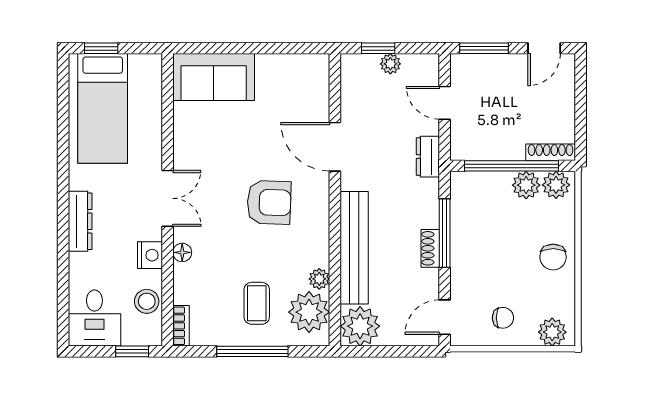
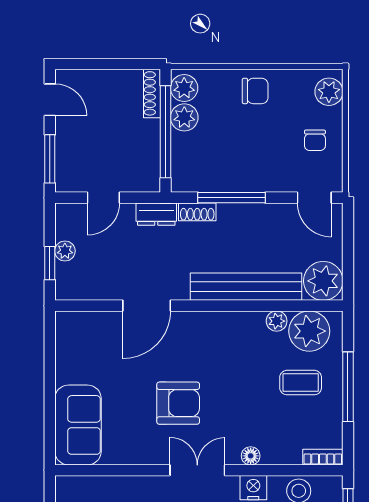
armchair: (269, 202) -> (178, 403), moved, turned 88
shoe rack: (430, 248) -> (197, 212), moved
chair: (503, 318) -> (315, 140), turned 180

